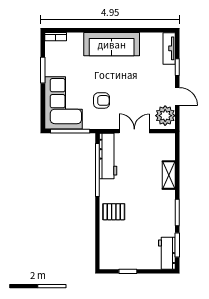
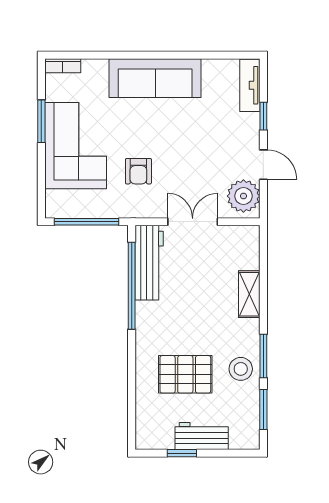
armchair: (102, 100) -> (138, 171), turned 90
corner sofa: (63, 103) -> (76, 146), moved
pallet: (114, 212) -> (185, 374), moved, width x1.50, depth x1.42
stool: (164, 220) -> (241, 369), added
workbench: (167, 253) -> (202, 436), moved, turned 90

